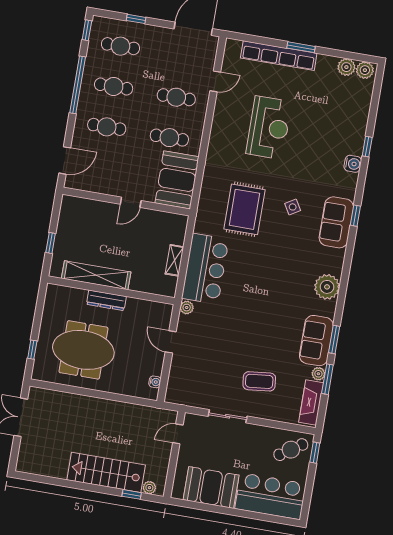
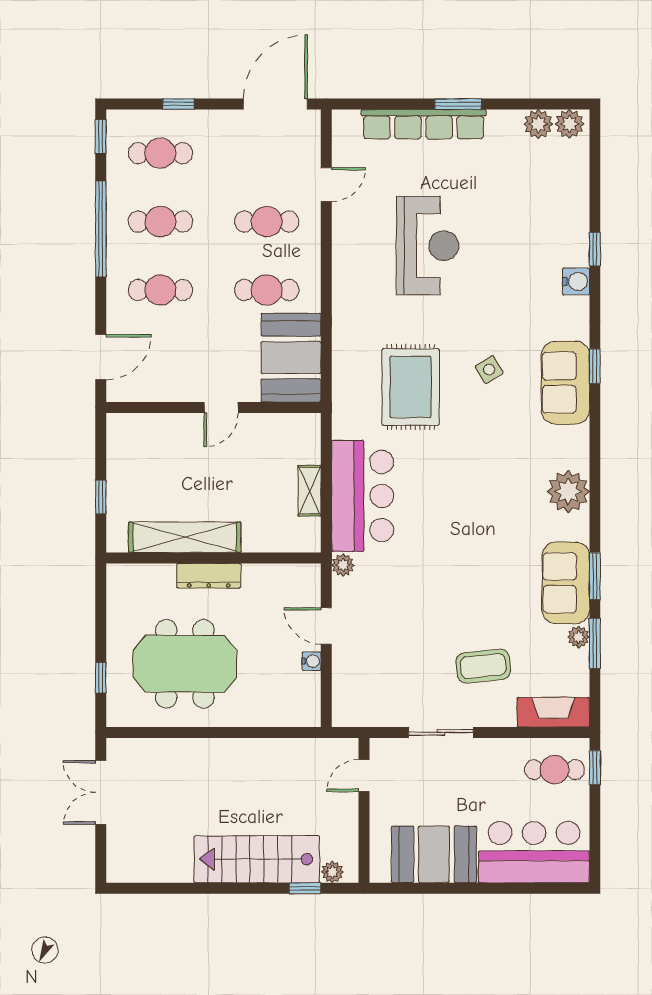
water cooler: (155, 382) -> (312, 661), moved
fireplace: (311, 402) -> (553, 712), moved, turned 90
cafe table: (291, 450) -> (555, 770), turned 34

